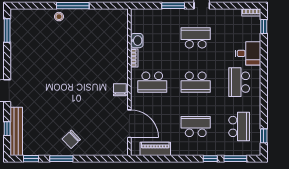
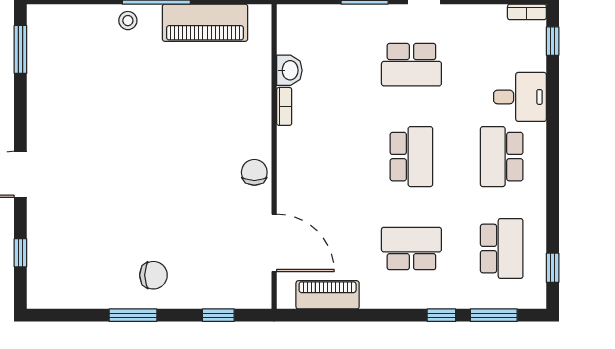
piano: (96, 18) -> (205, 23), added
school desk: (196, 38) -> (411, 65), turned 180
school desk: (152, 82) -> (321, 157), removed
school desk: (196, 82) -> (411, 157), turned -90
bench: (16, 131) -> (39, 259), removed
chair: (71, 139) -> (153, 275), turned -136
window: (31, 159) -> (218, 315), moved

